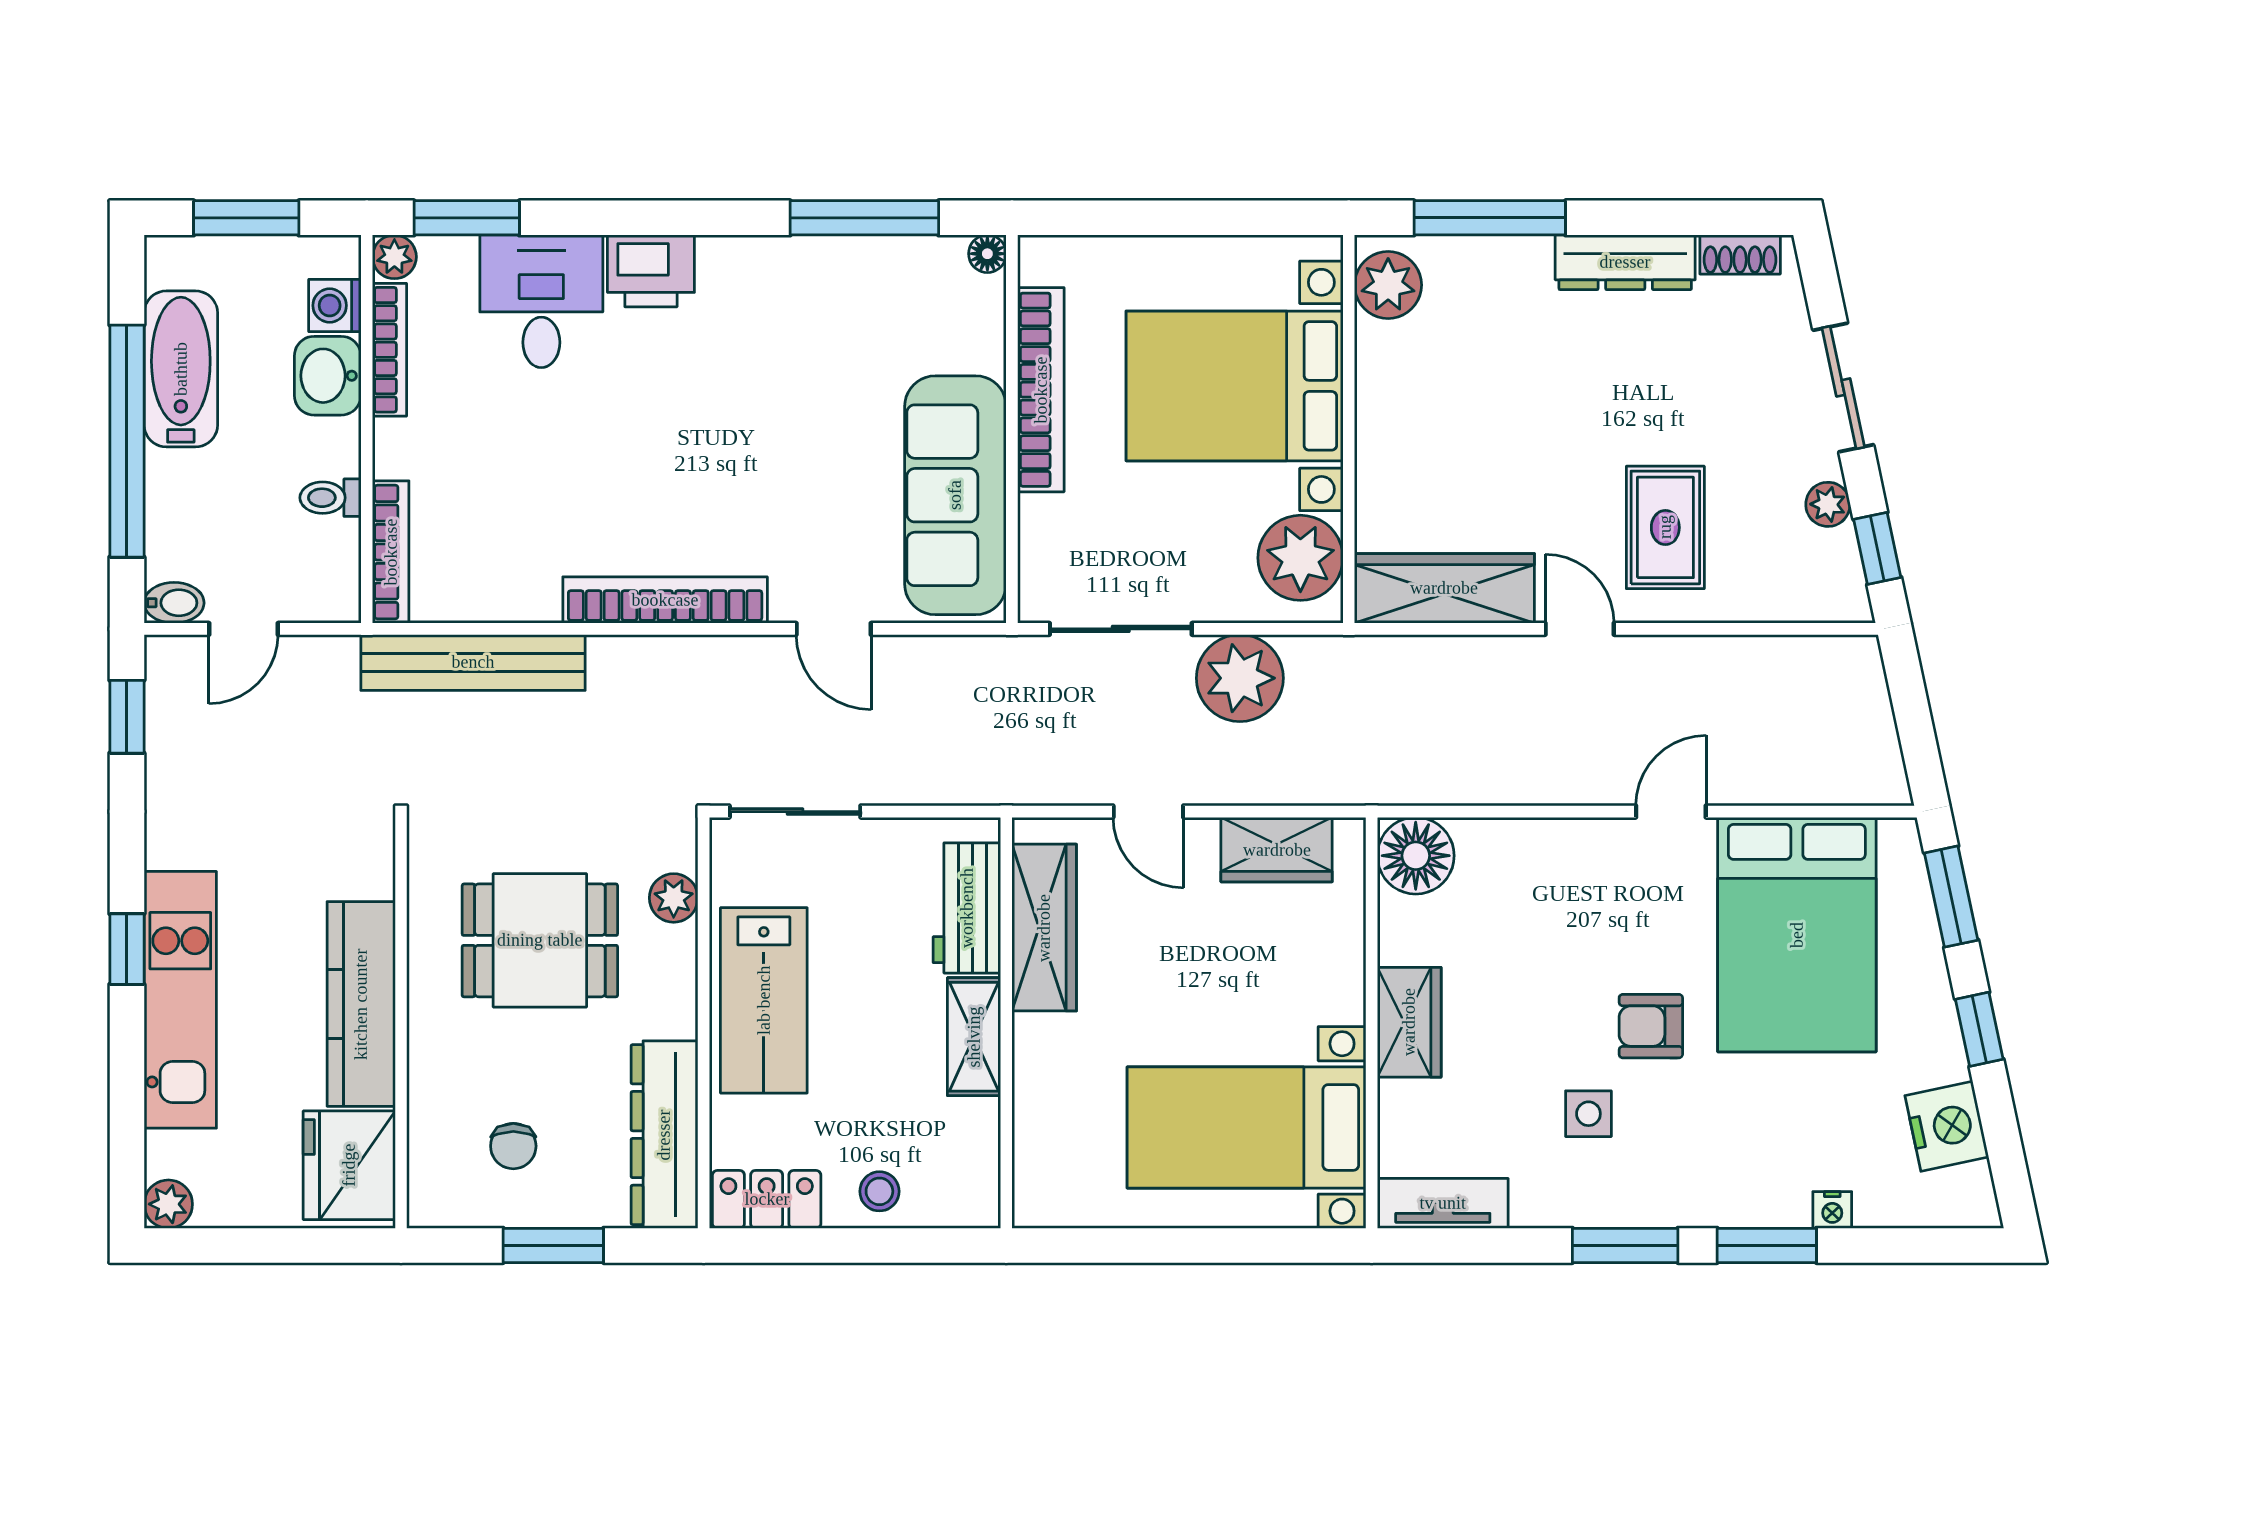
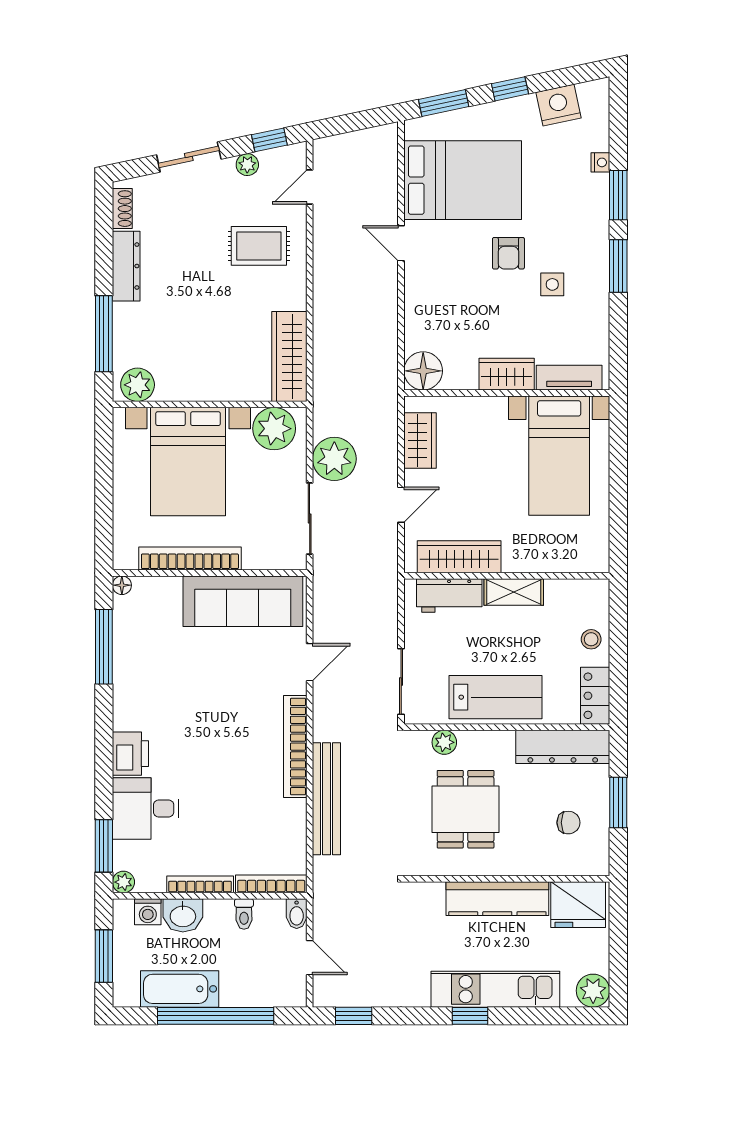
bookcase: (389, 350) -> (200, 884), moved
bidet: (174, 603) -> (297, 914), moved, turned 180
door: (1580, 629) -> (310, 187), moved
bench: (473, 662) -> (326, 799), moved
tv unit: (1443, 1203) -> (569, 378), moved, turned 90
plant: (168, 1204) -> (593, 991), width x1.38, depth x1.38

